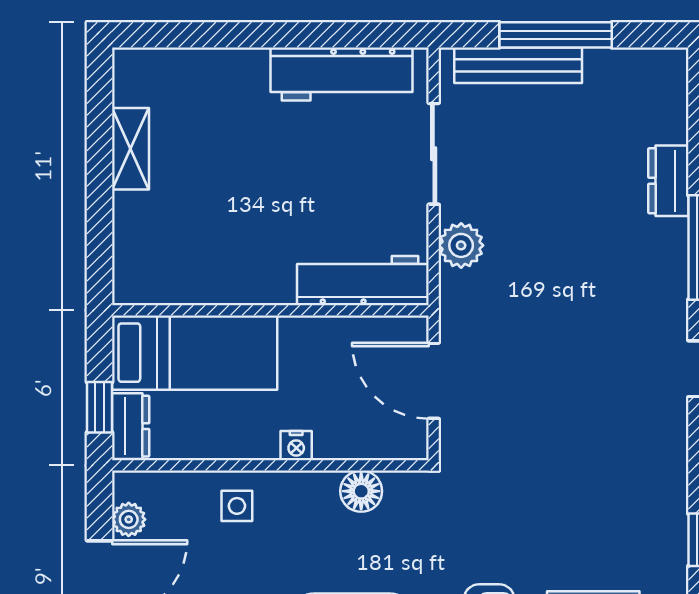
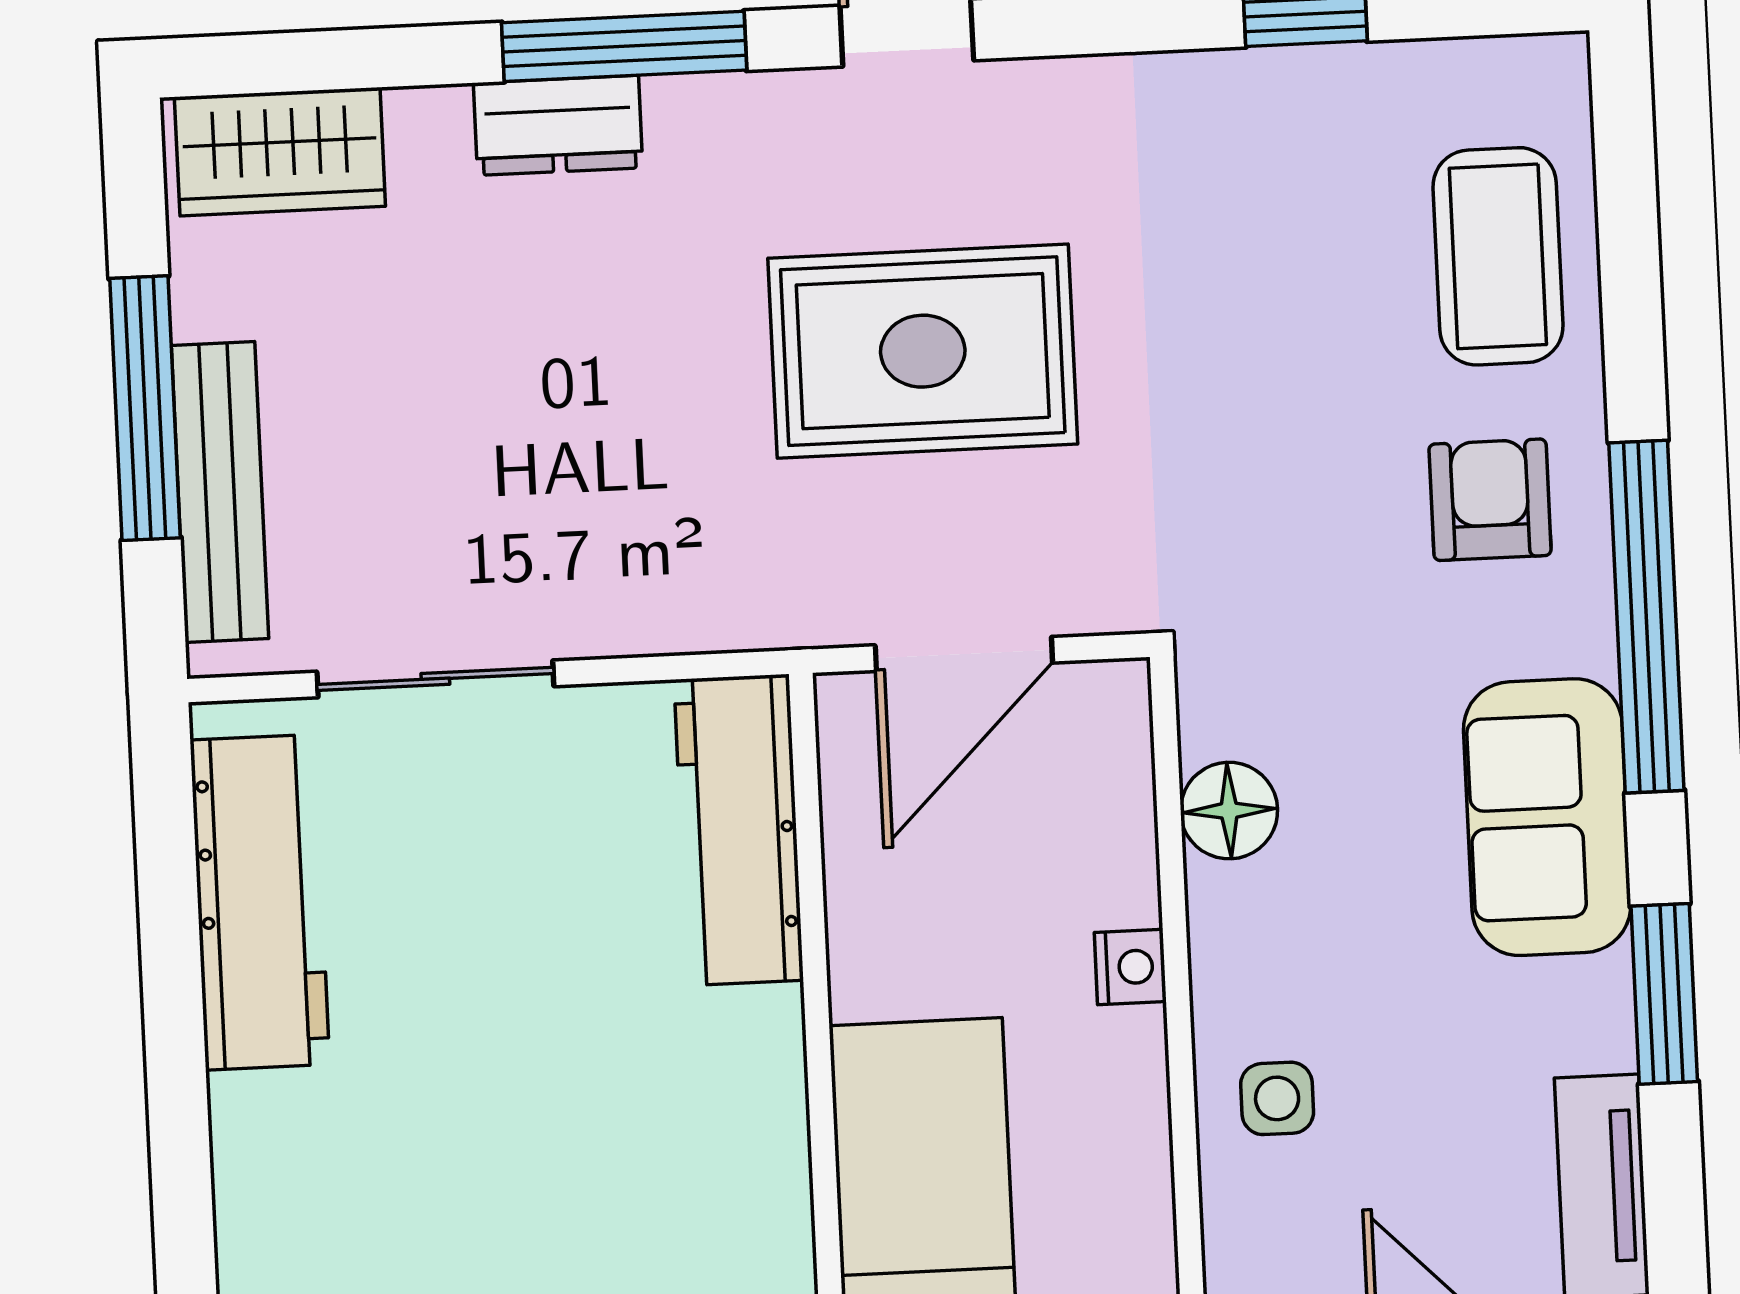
wardrobe: (663, 98) -> (280, 152), added
dresser: (668, 181) -> (558, 125), moved
plant: (461, 245) -> (646, 605), removed
rug: (564, 369) -> (923, 351), added

